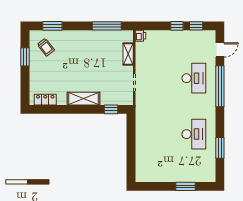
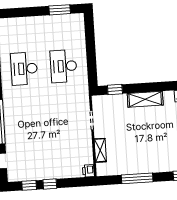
window: (107, 26) -> (137, 178), moved
desk: (194, 78) -> (64, 66), moved
window: (186, 186) -> (60, 10), moved

